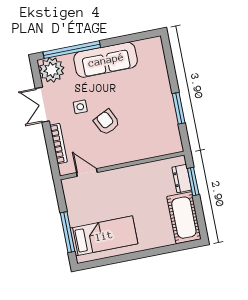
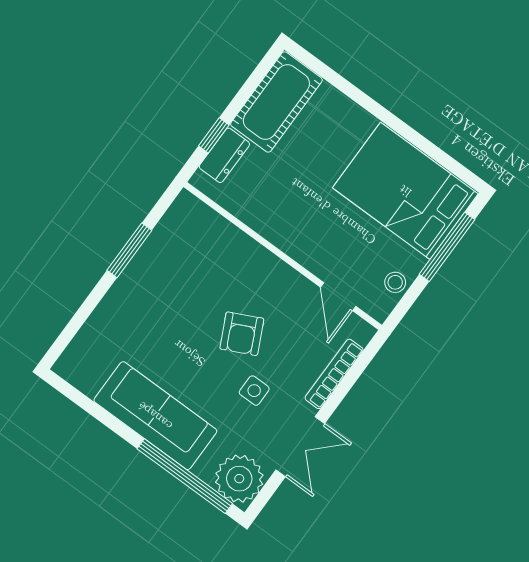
window: (193, 182) -> (214, 135), width x0.67
stool: (72, 200) -> (395, 282), added
bed: (104, 236) -> (405, 191), width x1.50

